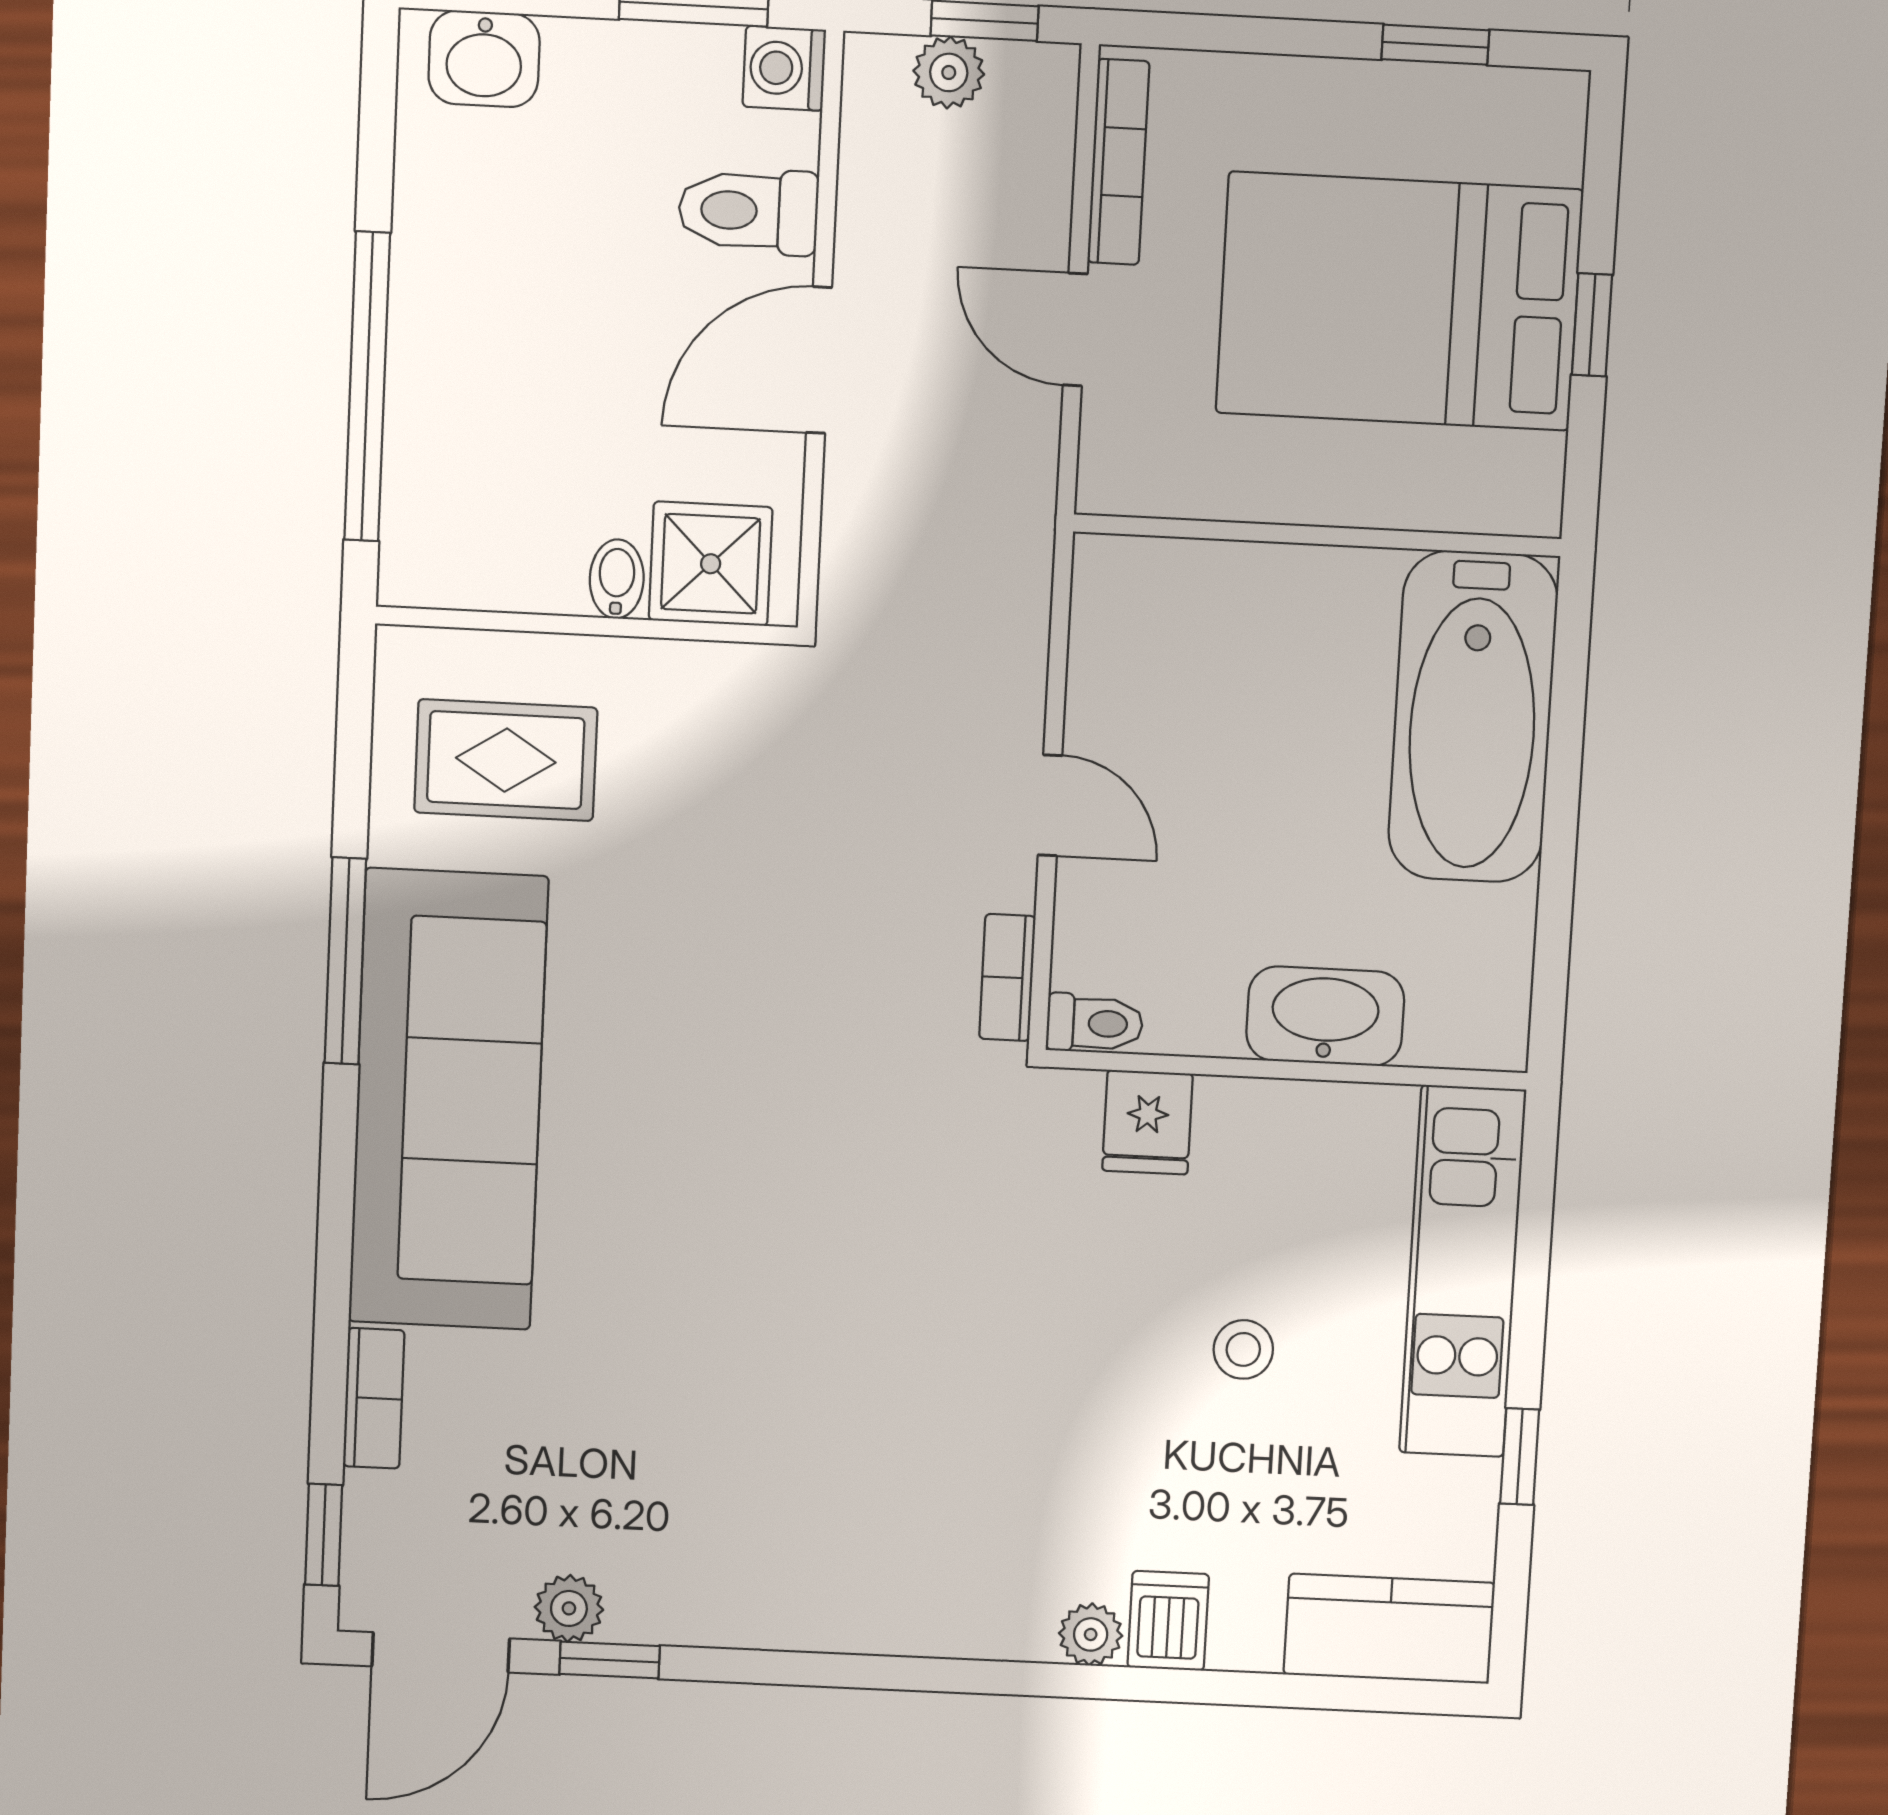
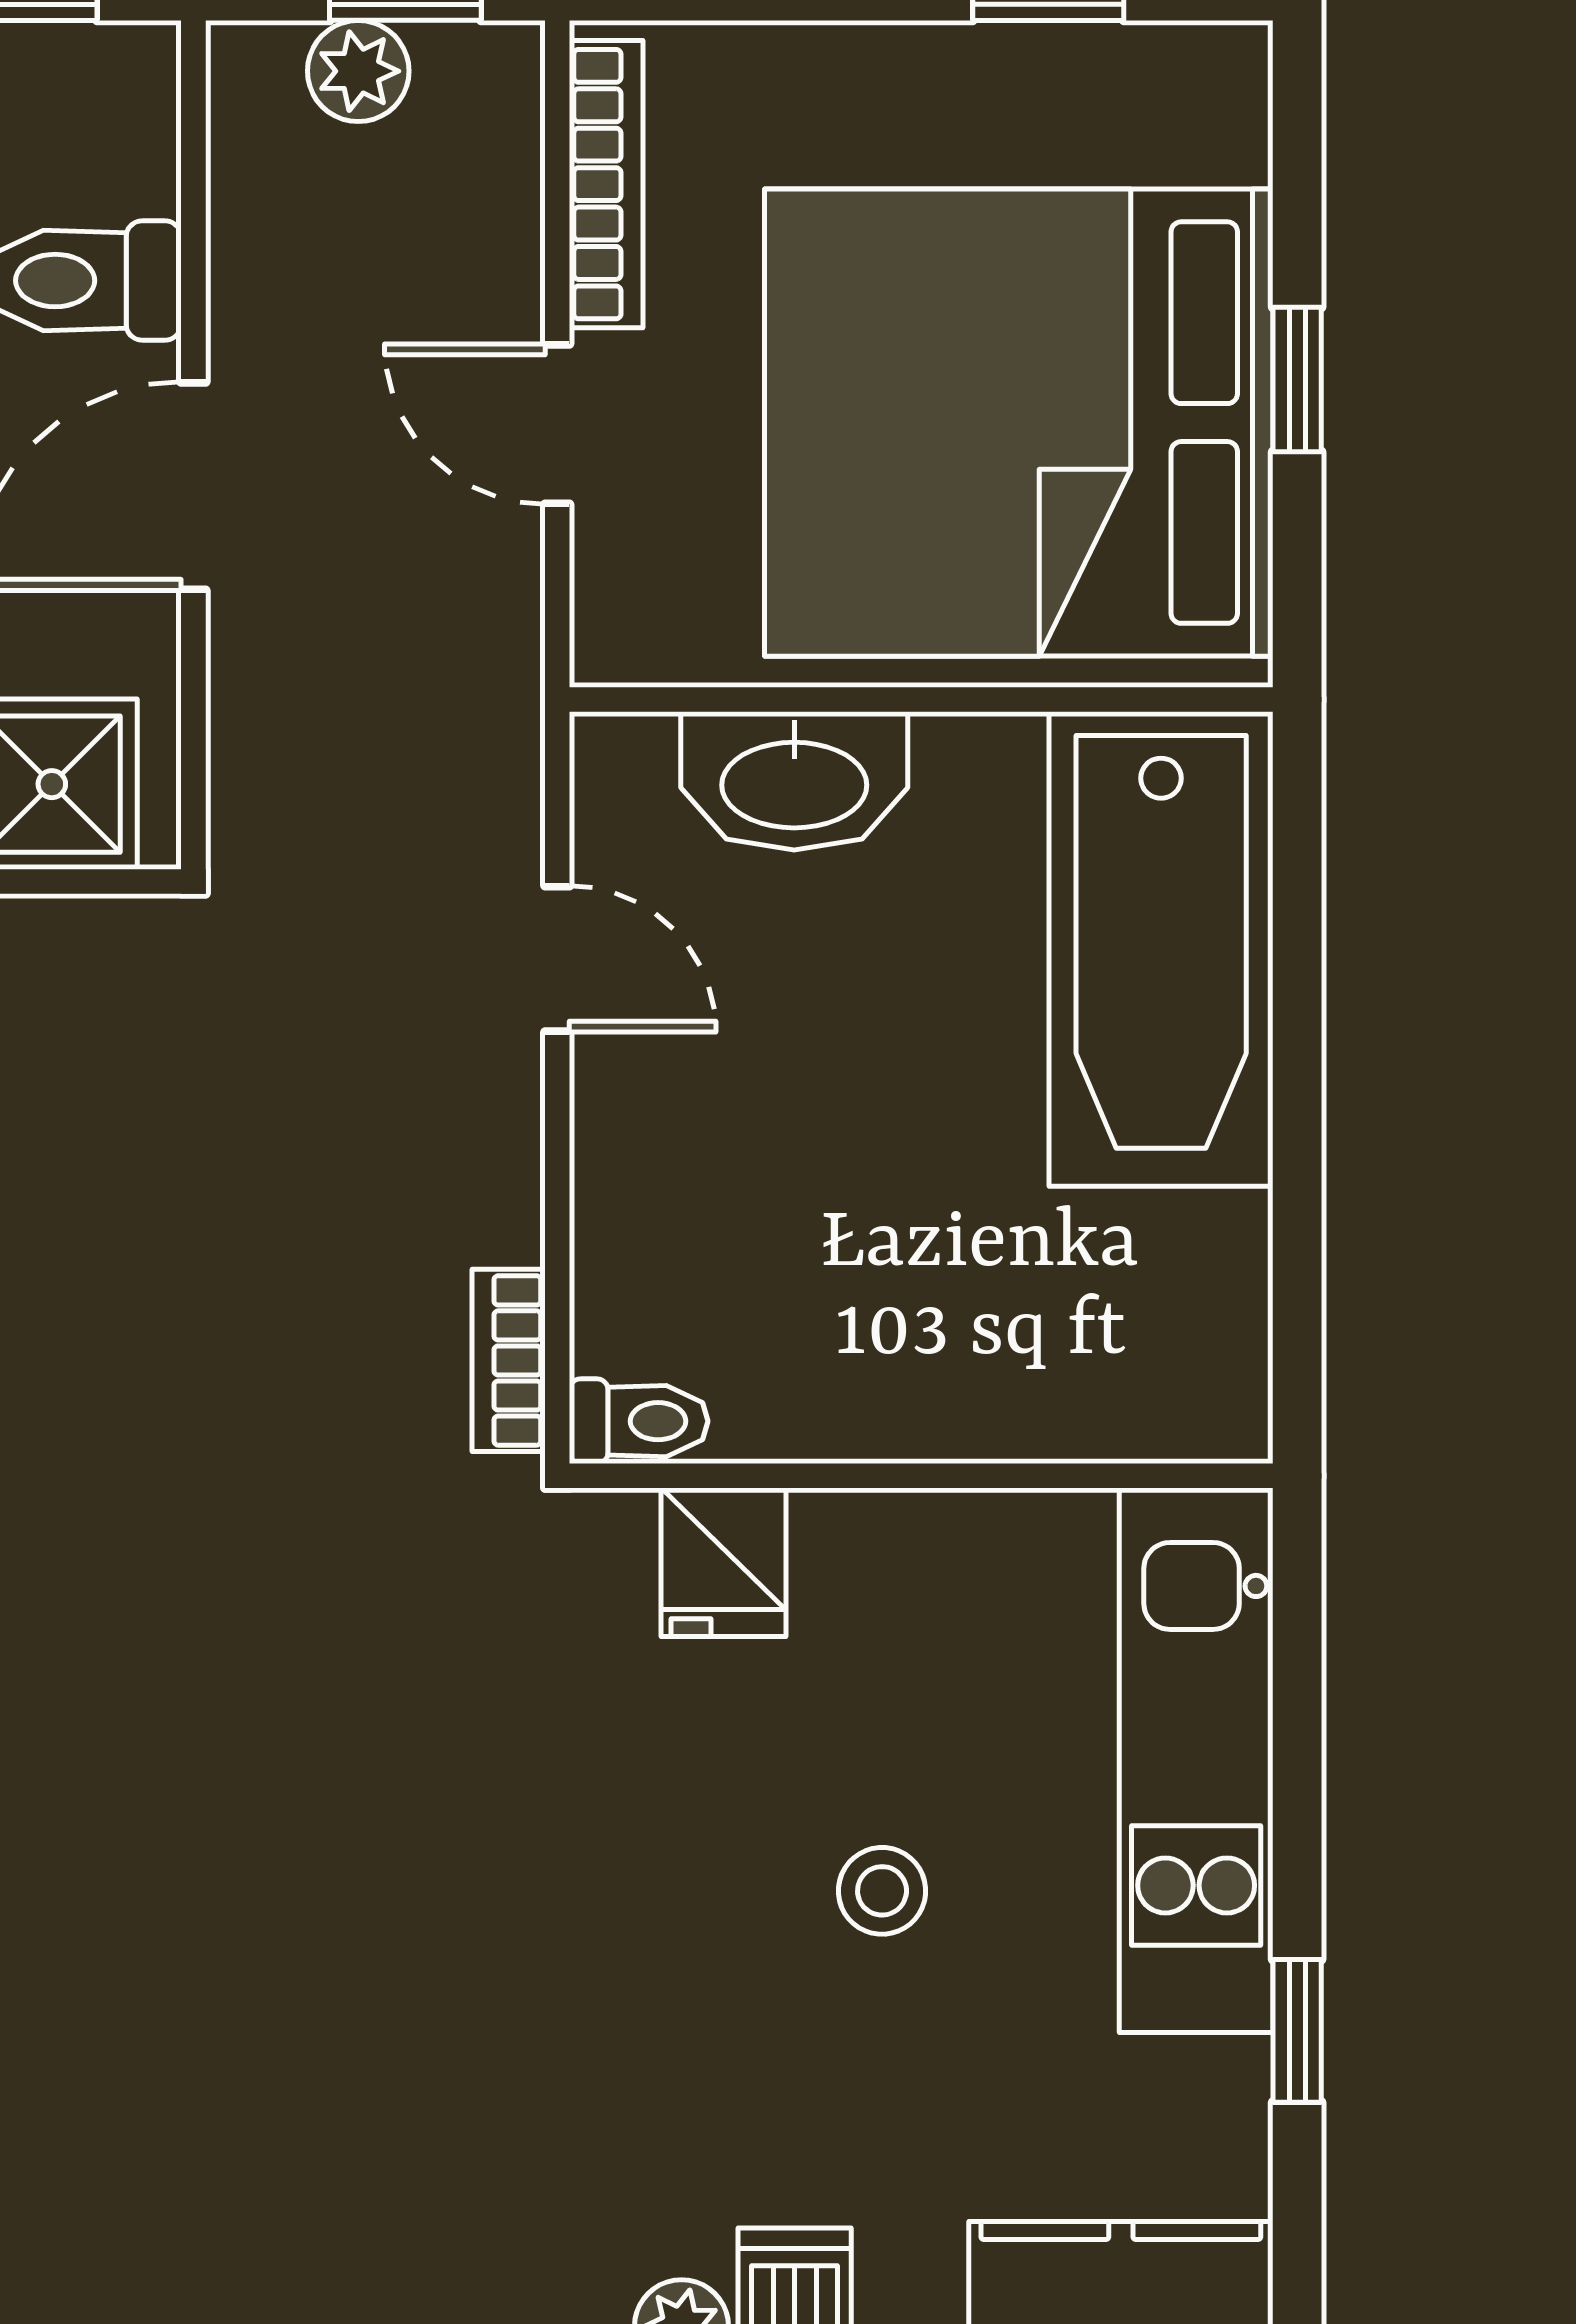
washing machine: (784, 68) -> (124, 77), removed
bed: (1399, 301) -> (1019, 423), width x1.36
door: (1050, 805) -> (557, 959), moved
washbasin: (1325, 1016) -> (794, 781), moved, turned 180

